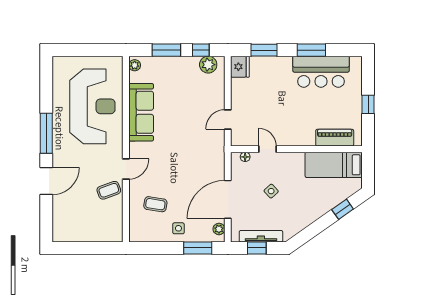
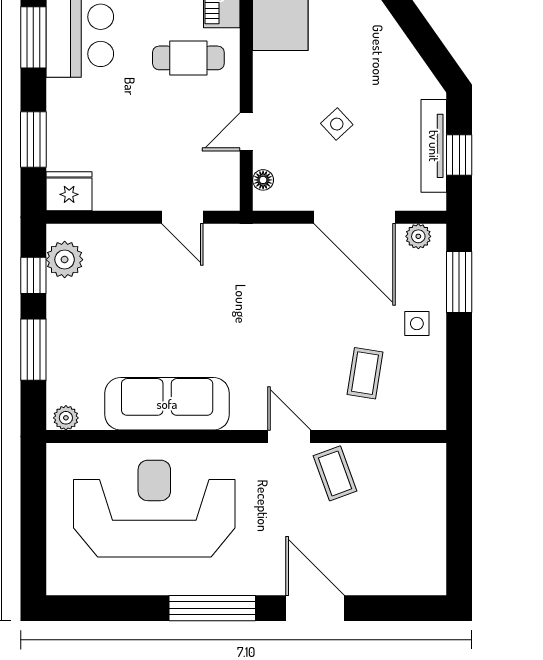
cafe table: (302, 122) -> (188, 58), added

